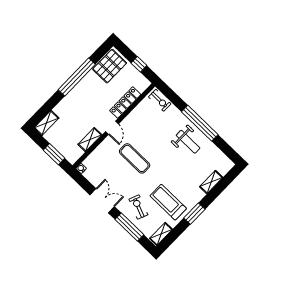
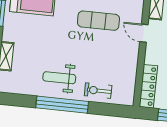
exercise bike: (160, 100) -> (98, 91), moved
locker: (125, 103) -> (148, 86), moved

